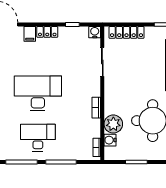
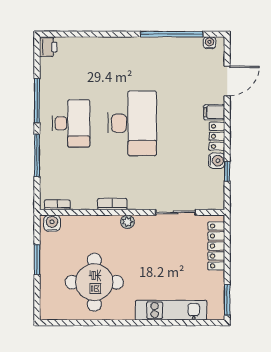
water cooler: (95, 32) -> (217, 161), moved
plant: (113, 124) -> (127, 222), moved, width x0.53, depth x0.53
water cooler: (110, 140) -> (52, 223), moved

